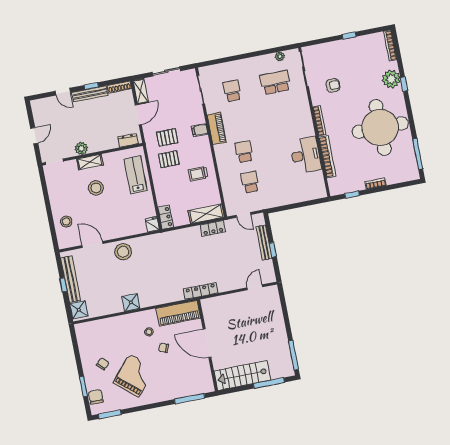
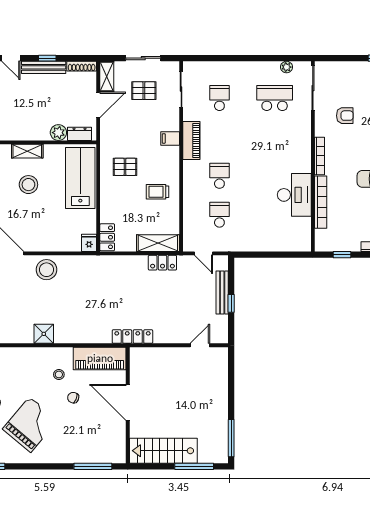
pallet: (167, 137) -> (144, 91), moved
plant: (81, 148) -> (58, 133), moved
lab bench: (136, 175) -> (80, 178), width x1.36, depth x1.39

